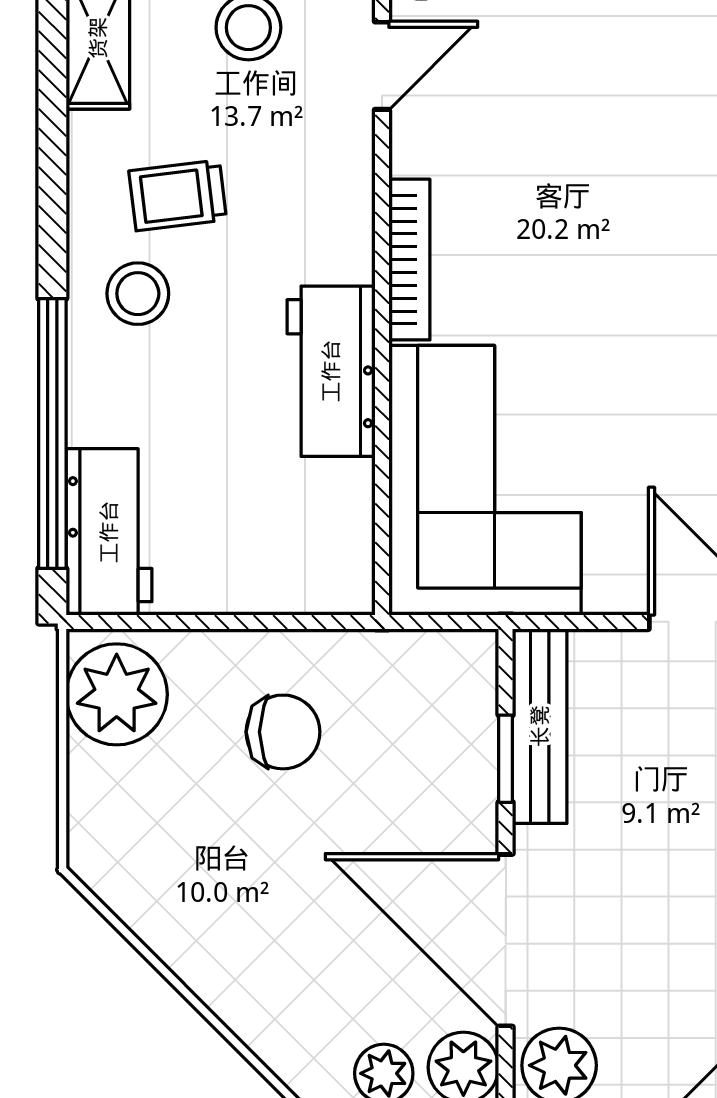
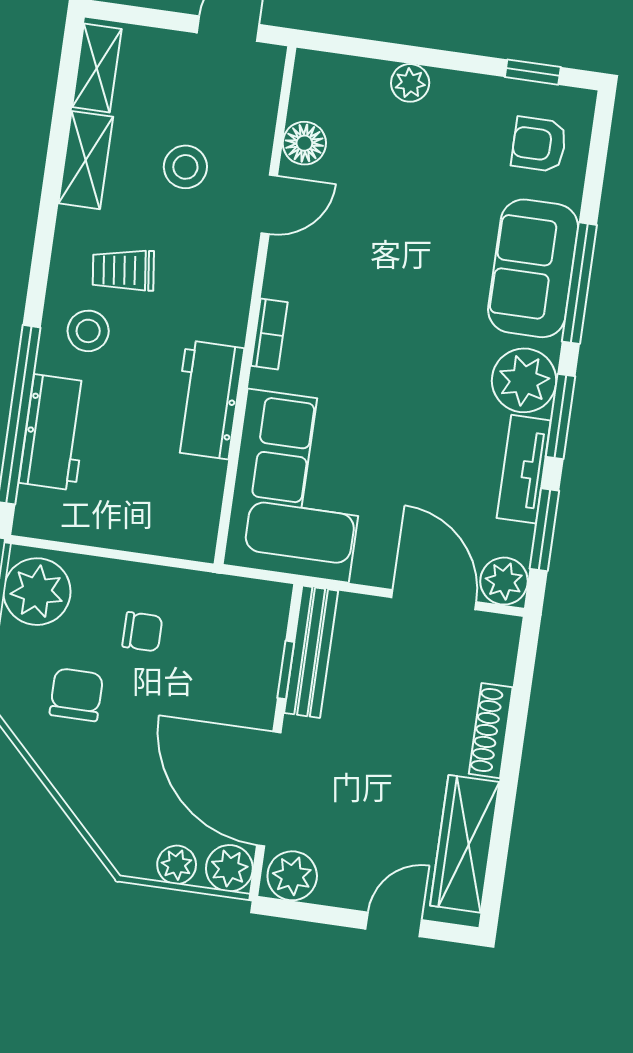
bookcase: (409, 260) -> (269, 334), width x0.64
workbench: (109, 532) -> (54, 432), moved
chair: (283, 732) -> (142, 632), width x0.73, depth x0.73
chair: (198, 840) -> (76, 695), added

